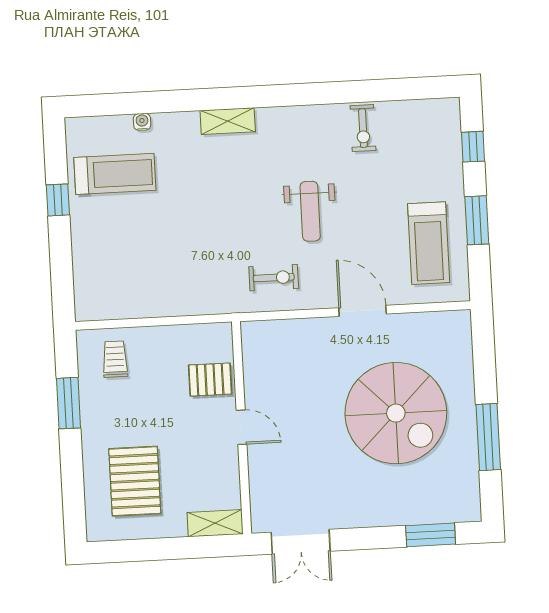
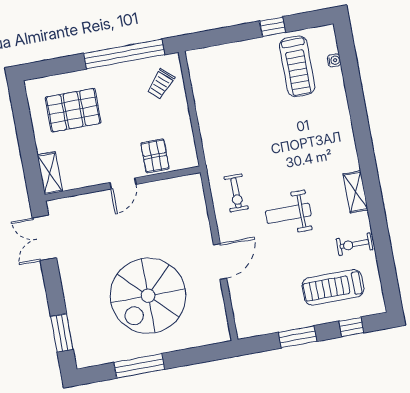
shelving: (228, 121) -> (355, 192), moved
water cooler: (142, 122) -> (334, 60), moved
treadmill: (429, 243) -> (333, 287), moved
trolley: (115, 359) -> (161, 84), turned 132
window: (68, 403) -> (124, 54), width x2.11

